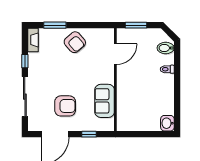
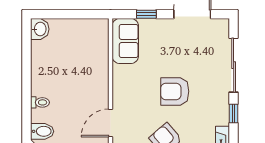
sofa: (105, 101) -> (125, 41), moved
armchair: (65, 106) -> (175, 91), moved

